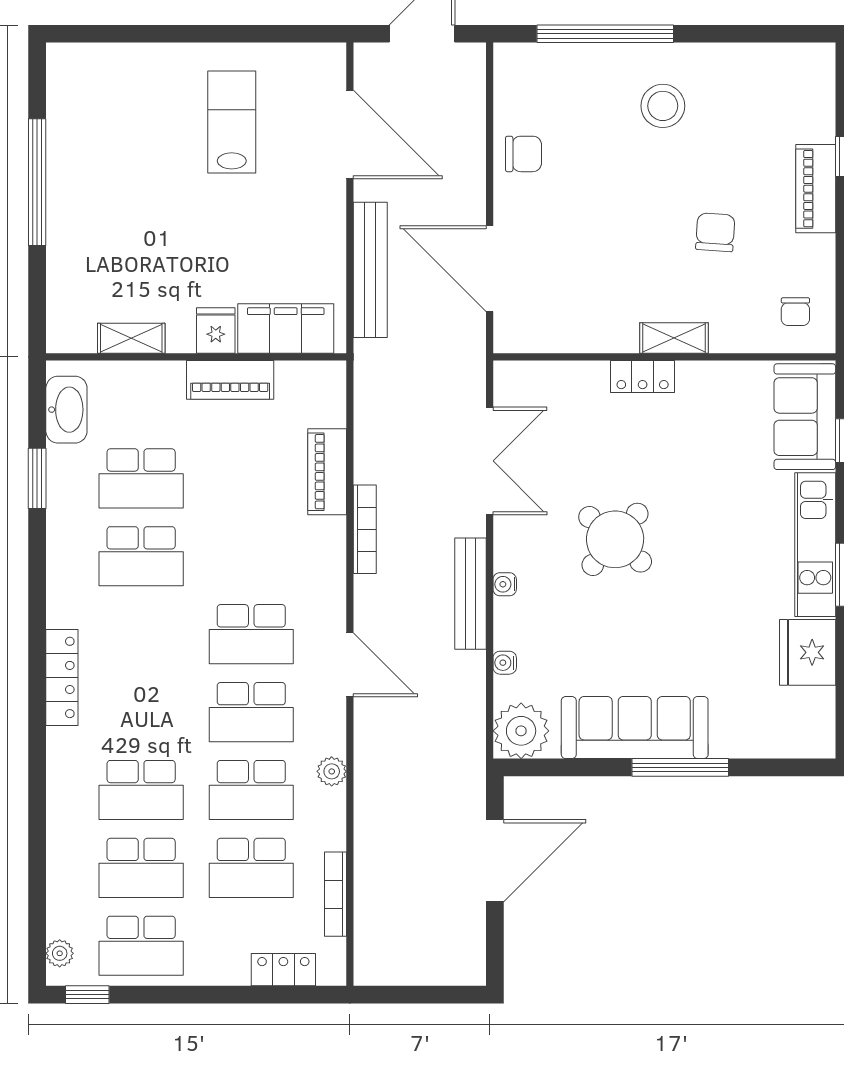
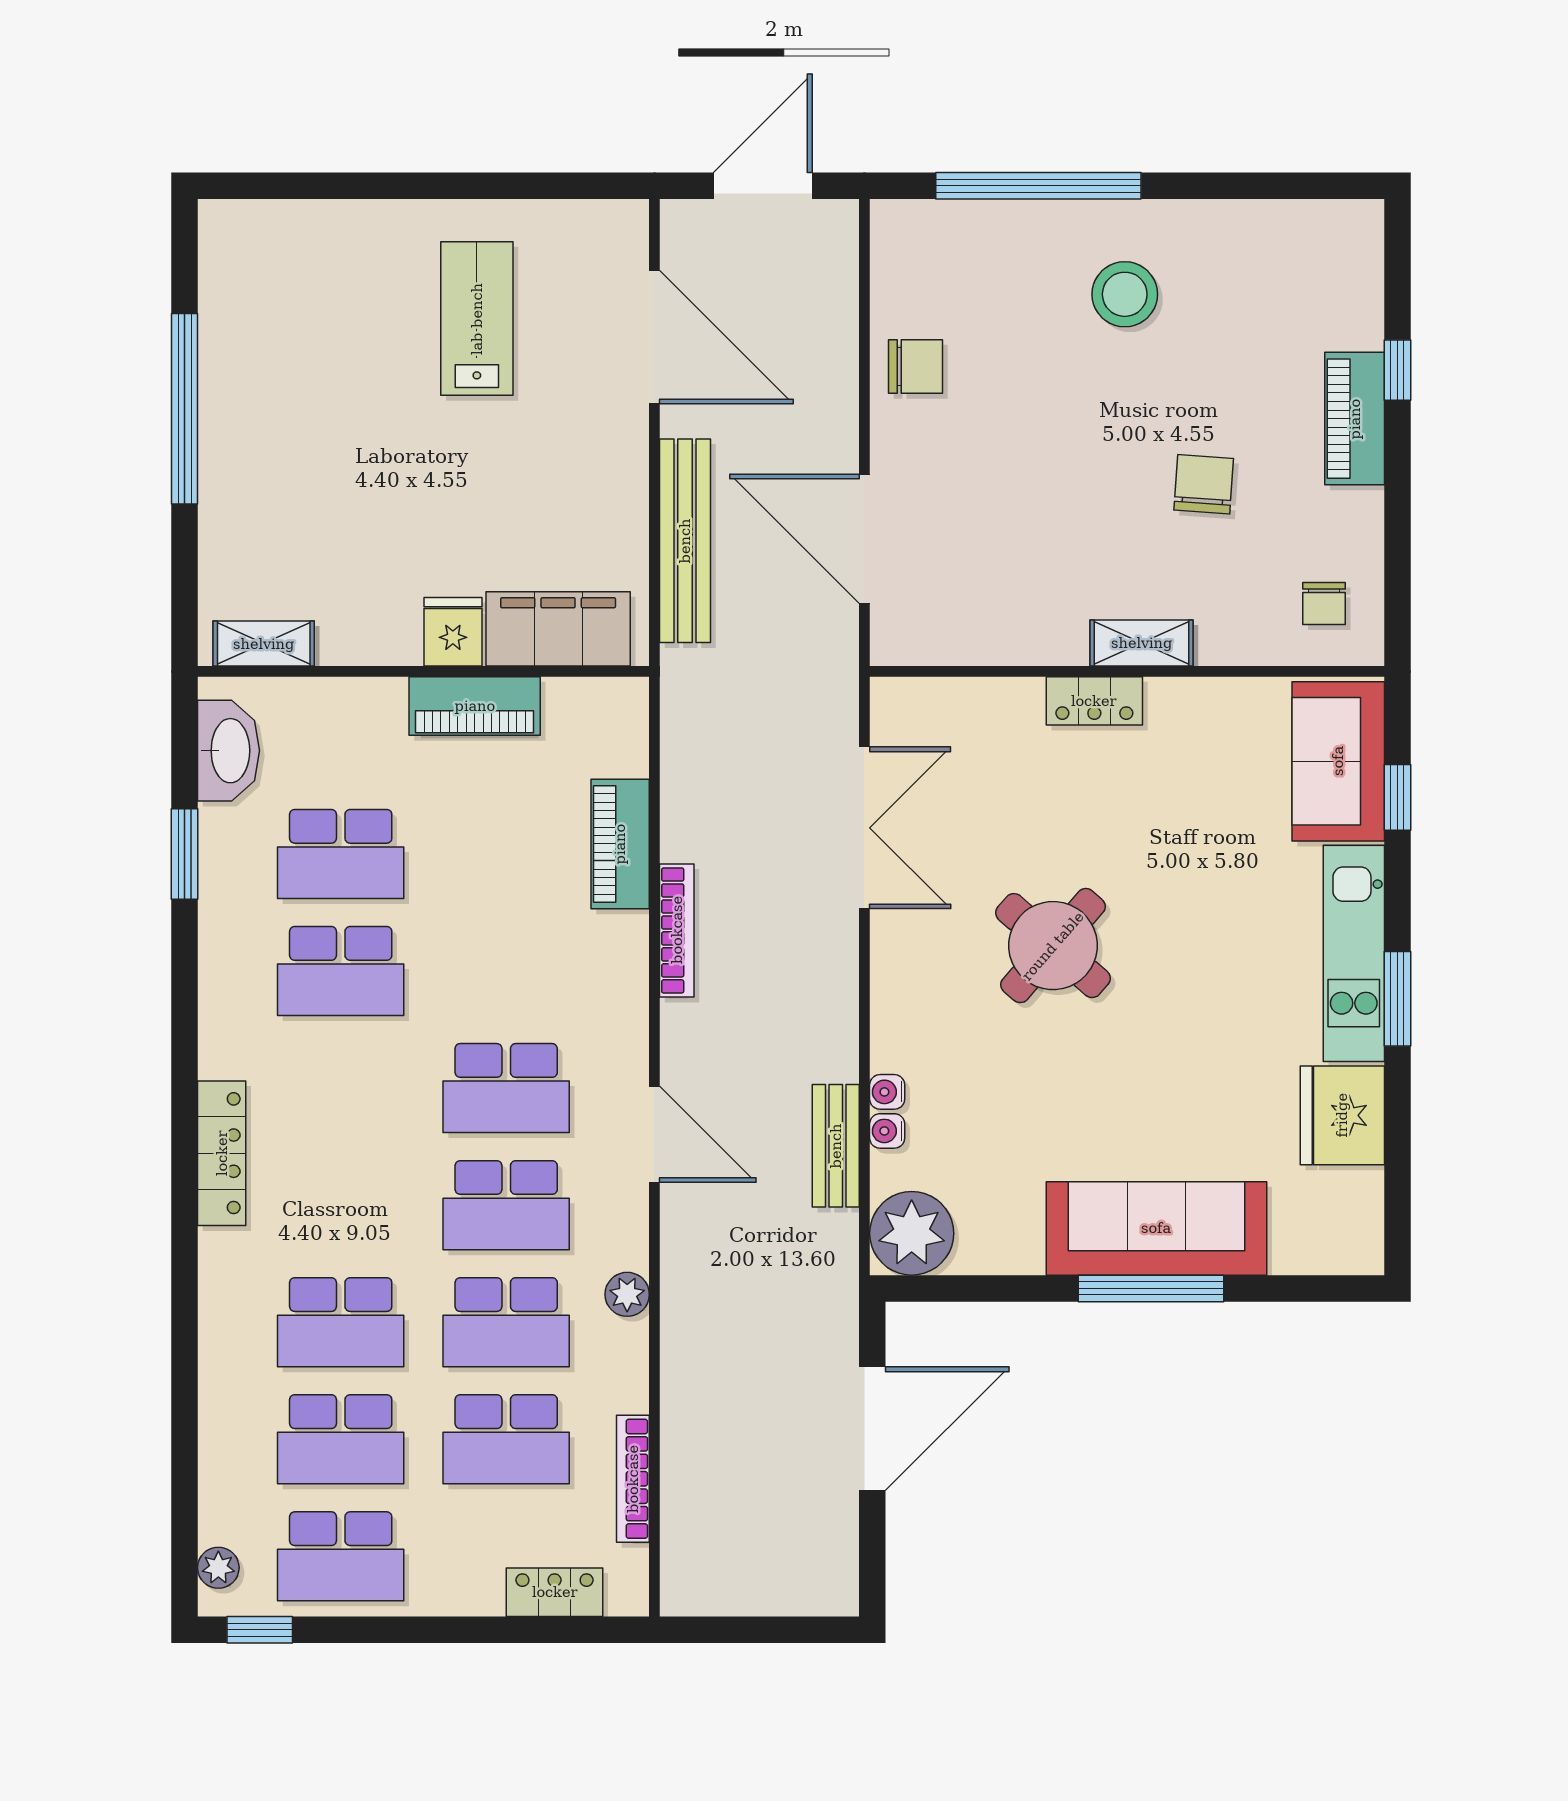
shelving: (131, 338) -> (264, 644), moved
water cooler: (505, 584) -> (887, 1092), moved
bench: (471, 594) -> (836, 1146), moved, width x0.73
sofa: (635, 728) -> (1156, 1228), moved

